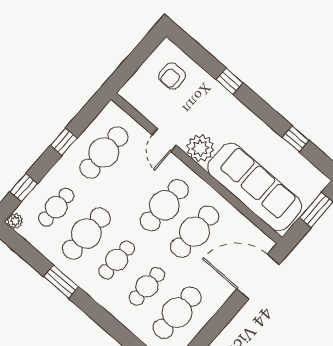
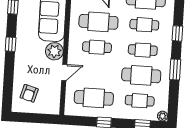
armchair: (172, 76) -> (29, 93), turned 106
window: (229, 81) -> (11, 44), moved
cafe table: (164, 205) -> (97, 47), width x0.73, depth x0.74
window: (104, 319) -> (177, 33), added

